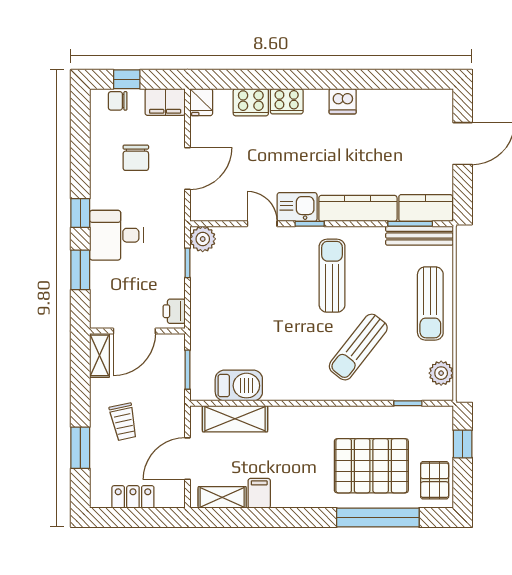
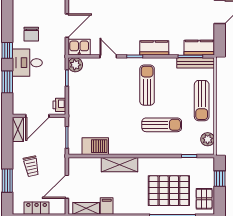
chair: (136, 158) -> (31, 34), moved
kitchen sink: (297, 207) -> (79, 47), moved
kitchen counter: (358, 208) -> (154, 48), width x0.67
sun lounger: (358, 347) -> (162, 125), turned -128
shelving: (235, 419) -> (119, 165), moved

